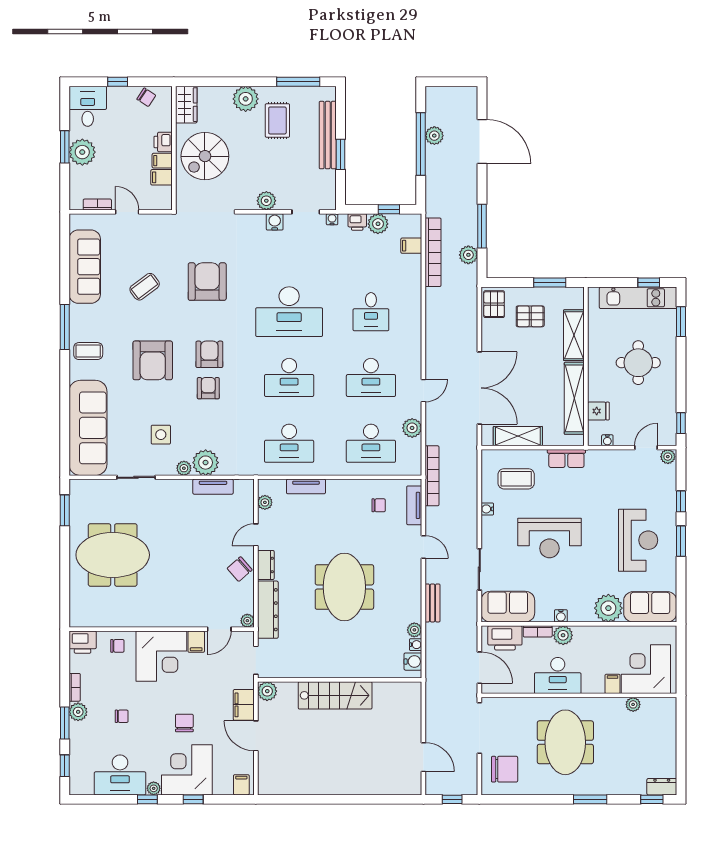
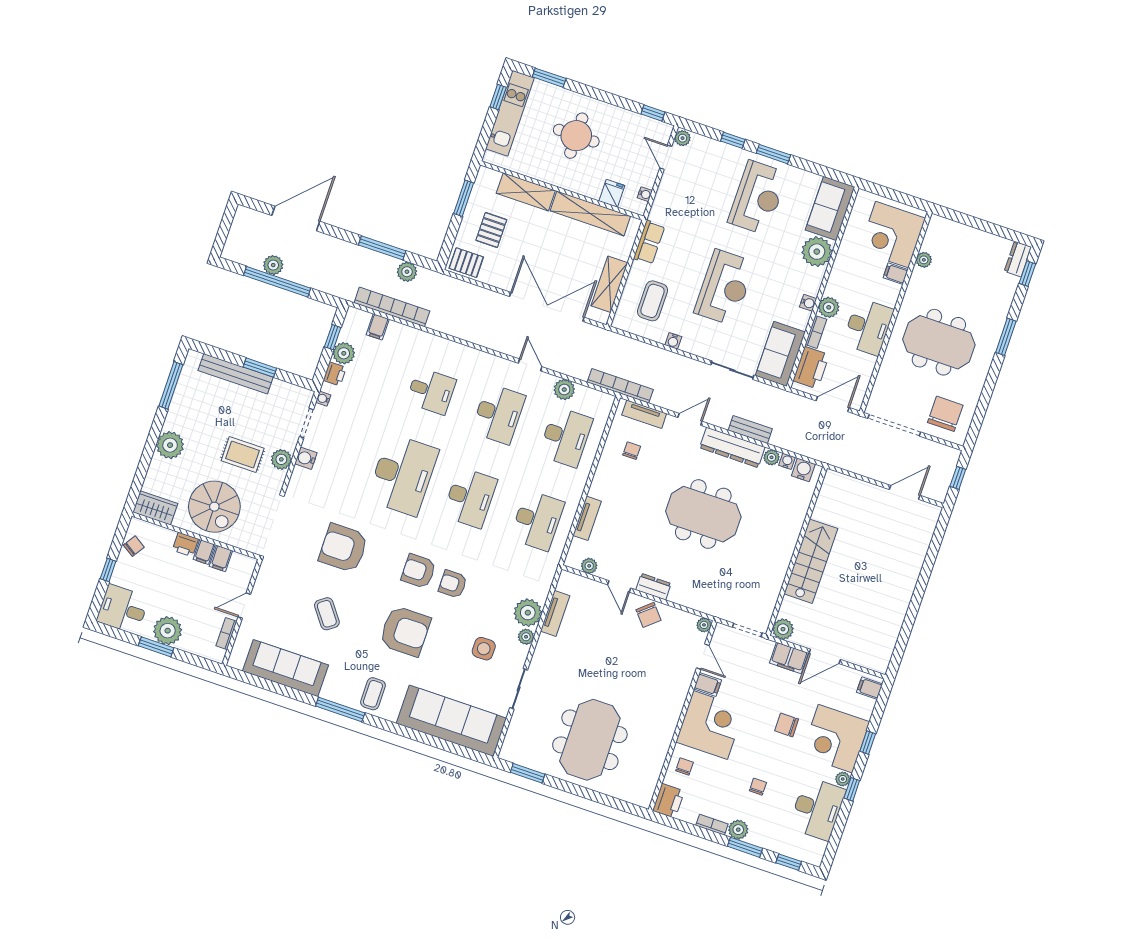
rug: (277, 120) -> (243, 455), moved
reception desk: (638, 540) -> (758, 198), turned 90
dresser: (268, 610) -> (732, 447), moved, turned 180

